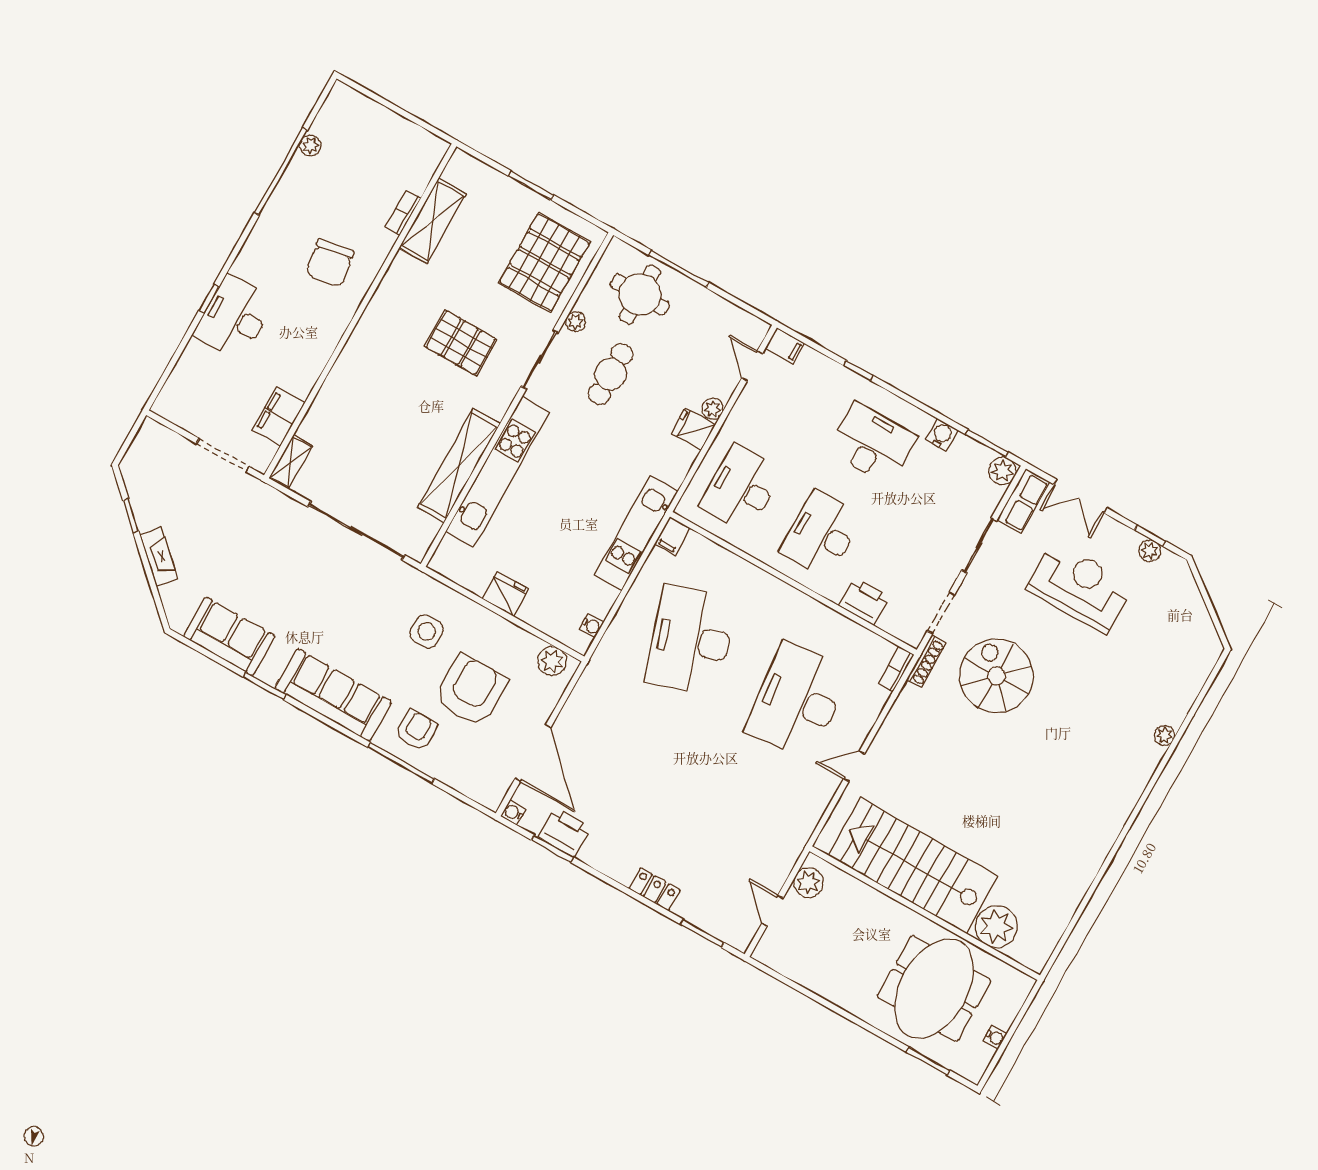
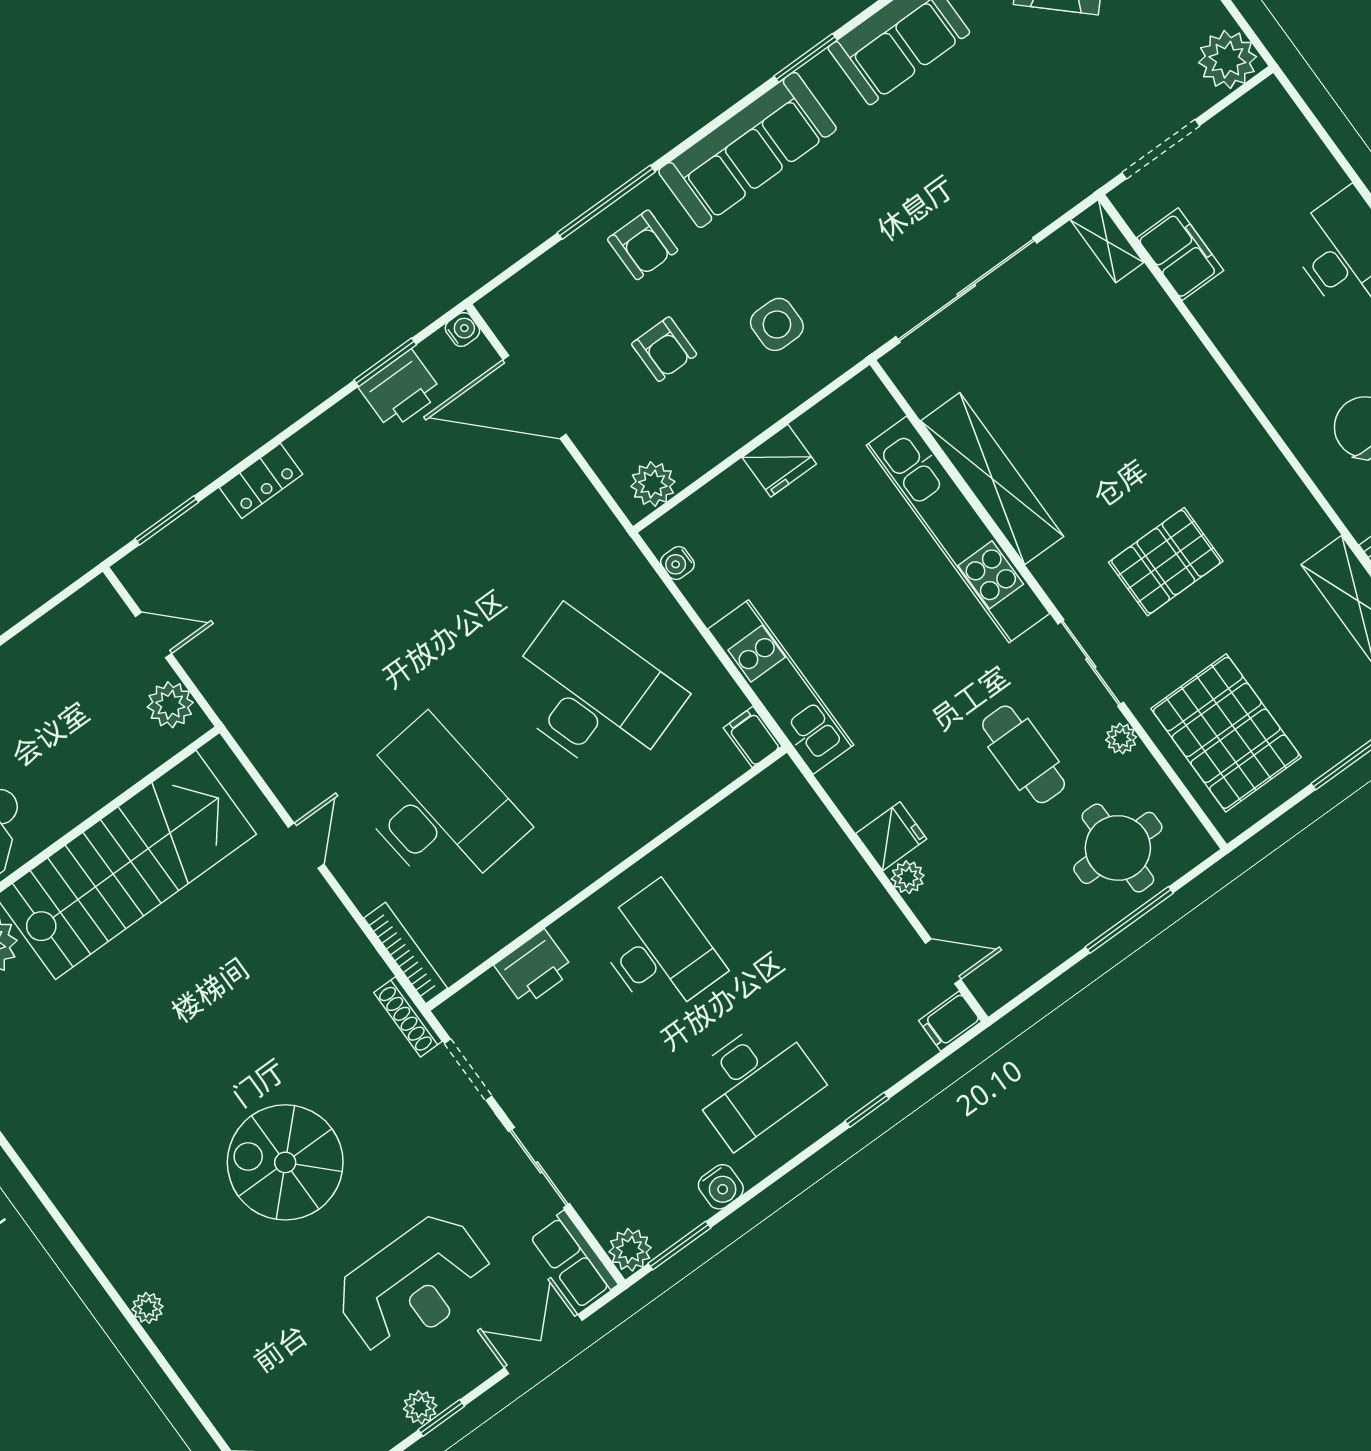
plant: (153, 440) -> (1227, 60), added
desk: (741, 489) -> (775, 866), removed
bookcase: (896, 669) -> (406, 953), width x1.56
spiral stairs: (996, 676) -> (285, 1162), moved, turned 180
armchair: (471, 690) -> (664, 349), width x0.53, depth x0.53

